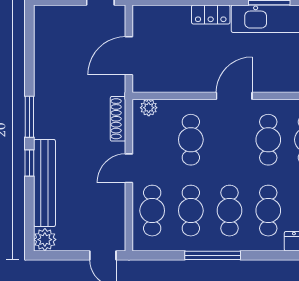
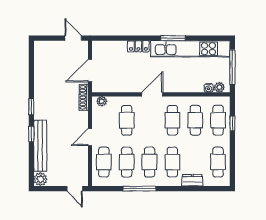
window: (29, 117) -> (31, 107), width x0.67
shoe rack: (118, 119) -> (84, 97), moved

